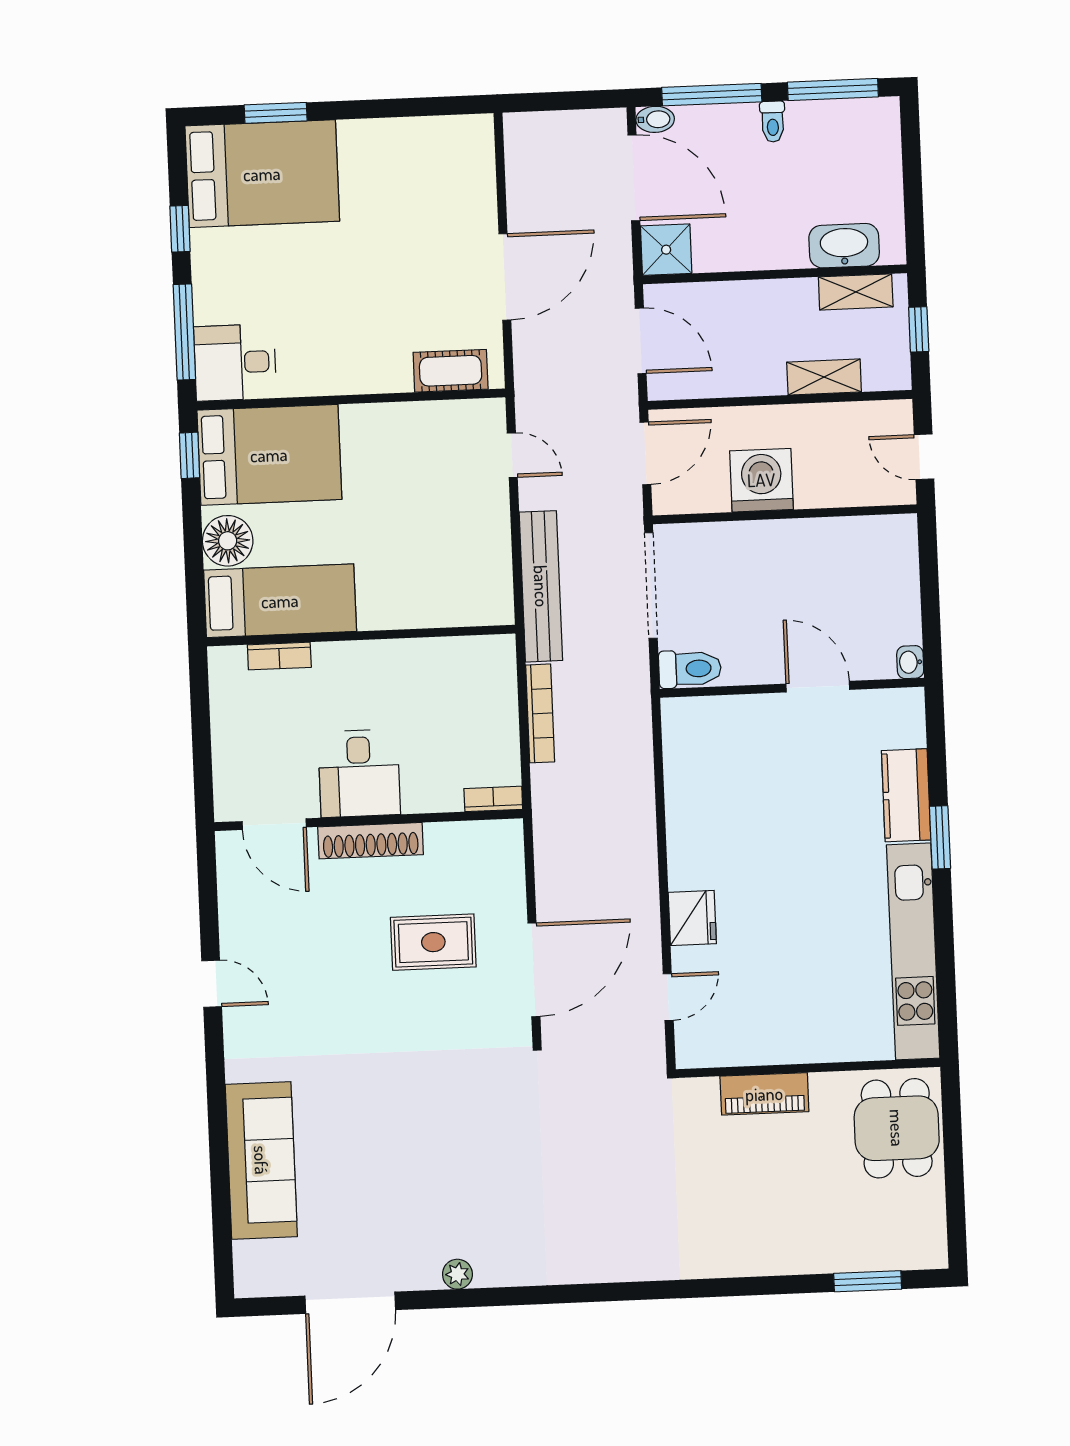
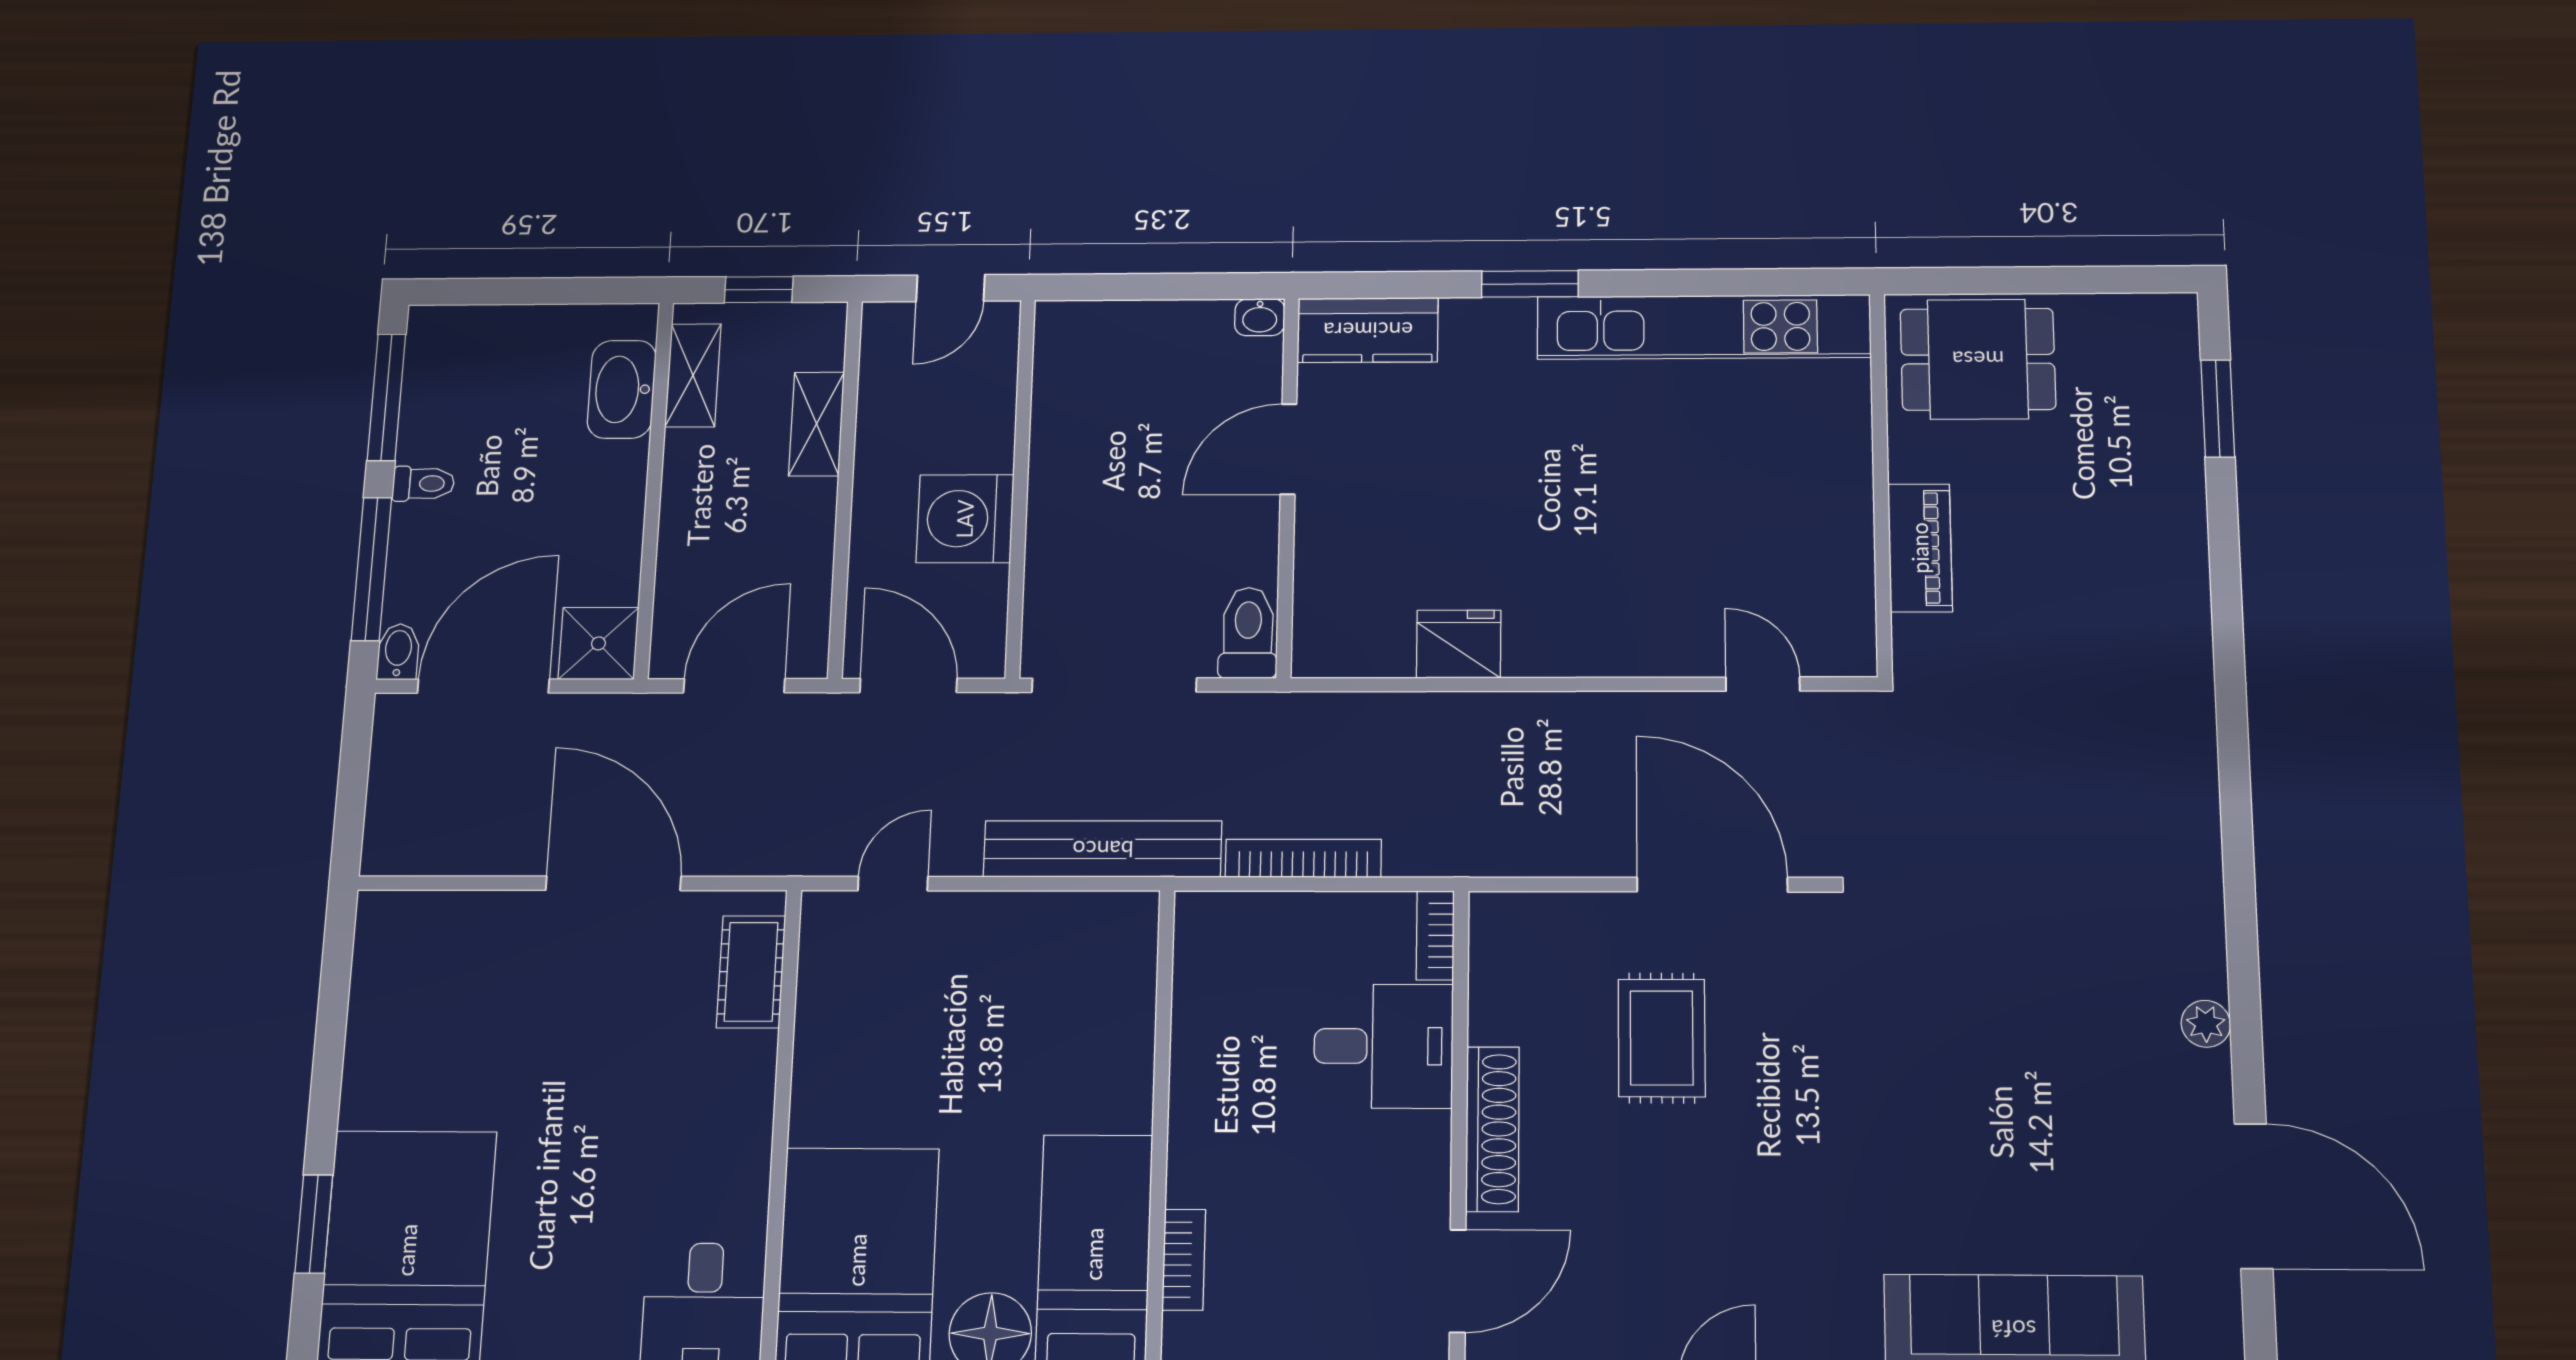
desk: (359, 773) -> (1383, 1046), moved
kitchen counter: (906, 795) -> (1368, 330), moved
fridge: (692, 918) -> (1459, 644), moved

